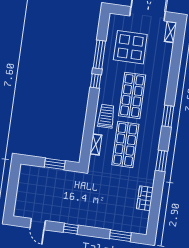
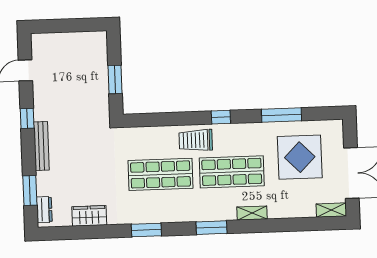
window: (96, 81) -> (221, 117), moved
trolley: (106, 116) -> (196, 140), turned 180
shelving: (96, 145) -> (252, 213), moved
bench: (91, 222) -> (41, 146), added
dresser: (135, 228) -> (44, 210), added

